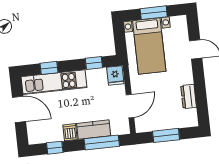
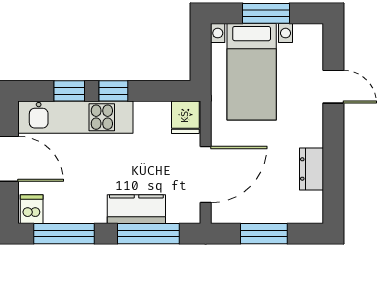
window: (94, 63) -> (113, 91), moved
door: (130, 106) -> (206, 175), width x1.36
dishwasher: (70, 132) -> (32, 209), moved
window: (55, 148) -> (64, 234), width x2.17

